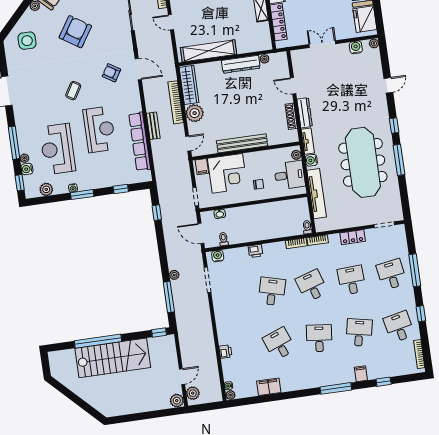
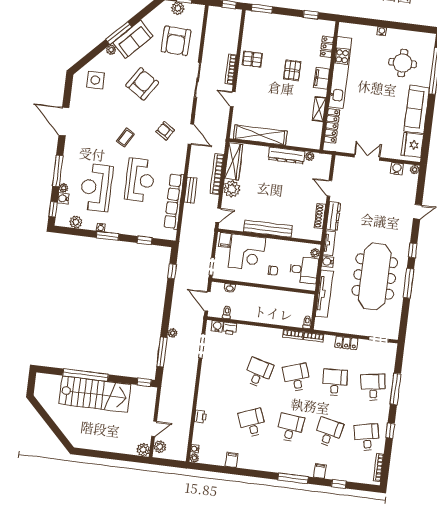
printer: (255, 251) -> (230, 328), moved
filing cabinet: (269, 387) -> (232, 460), width x0.50

